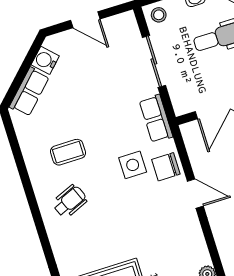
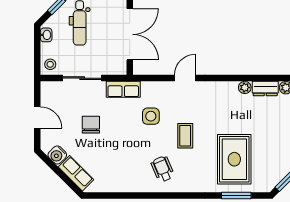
door: (85, 20) -> (37, 117), hinge flipped
coffee table: (68, 152) -> (185, 136), moved
chair: (166, 167) -> (91, 125), moved, turned 180

